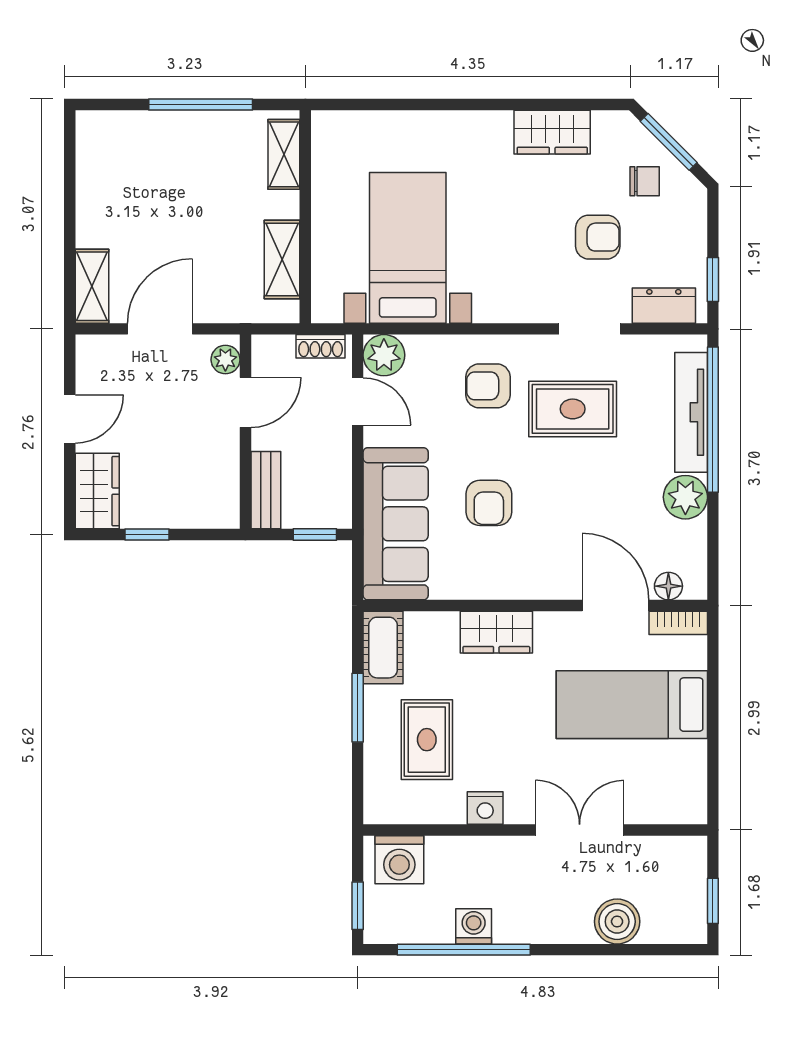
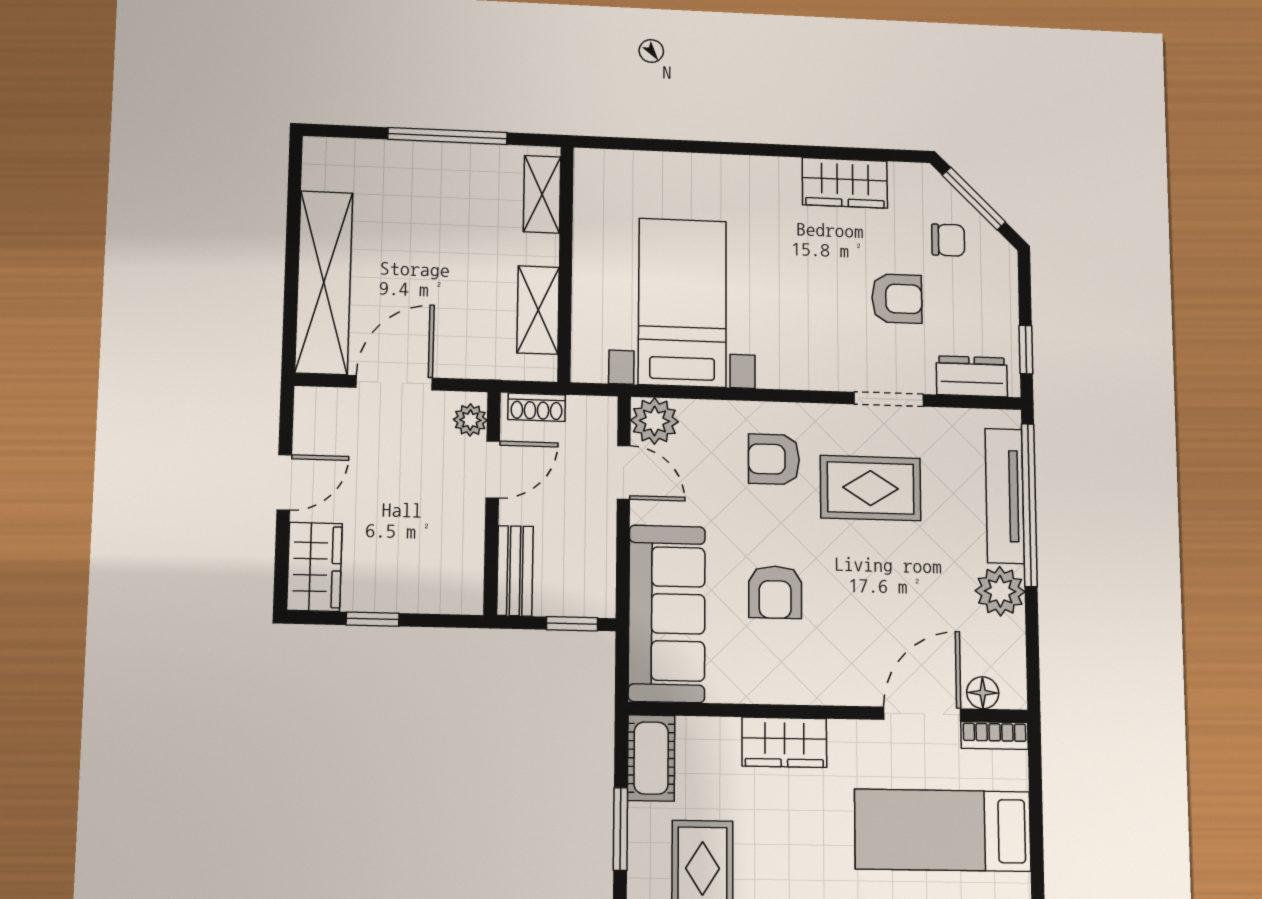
shelving: (92, 286) -> (324, 282), width x2.20, depth x1.33
shoe rack: (321, 346) -> (537, 407), moved
door: (616, 606) -> (922, 714), hinge flipped

